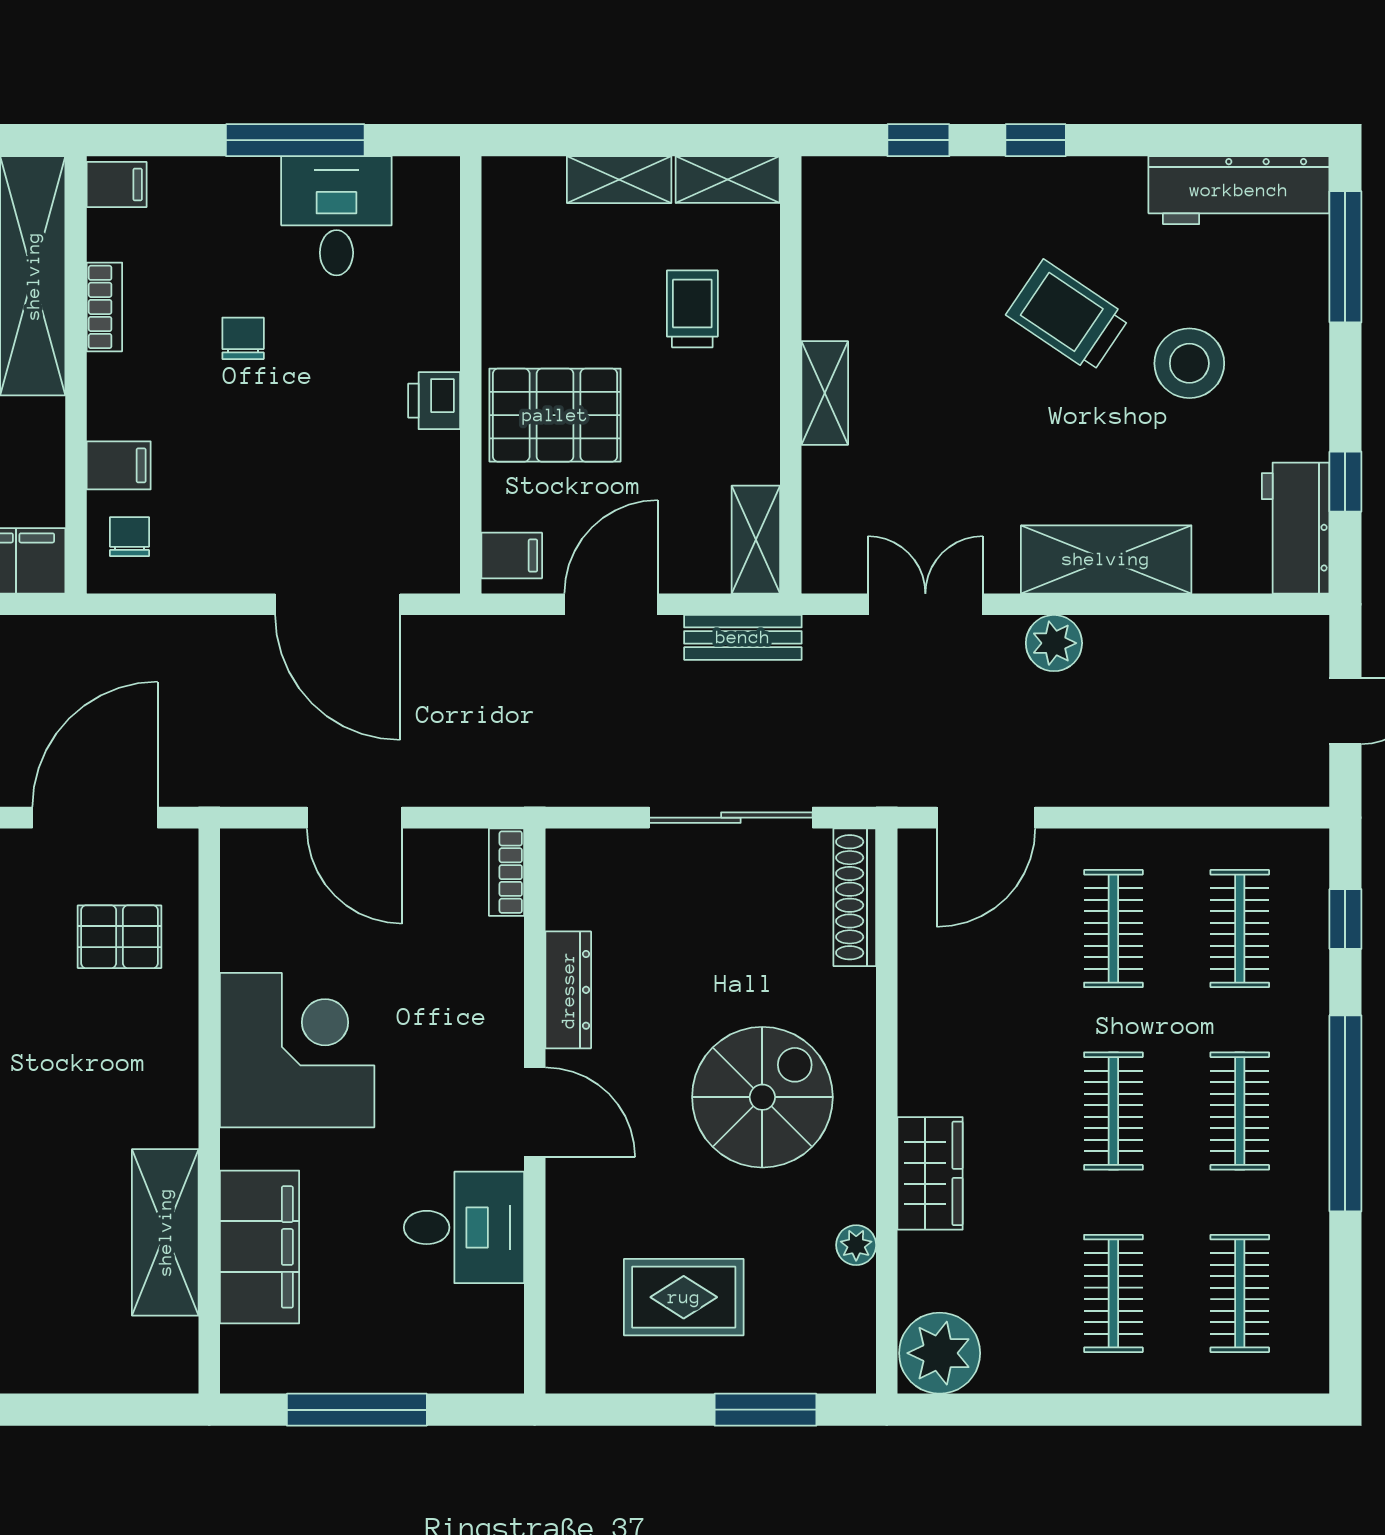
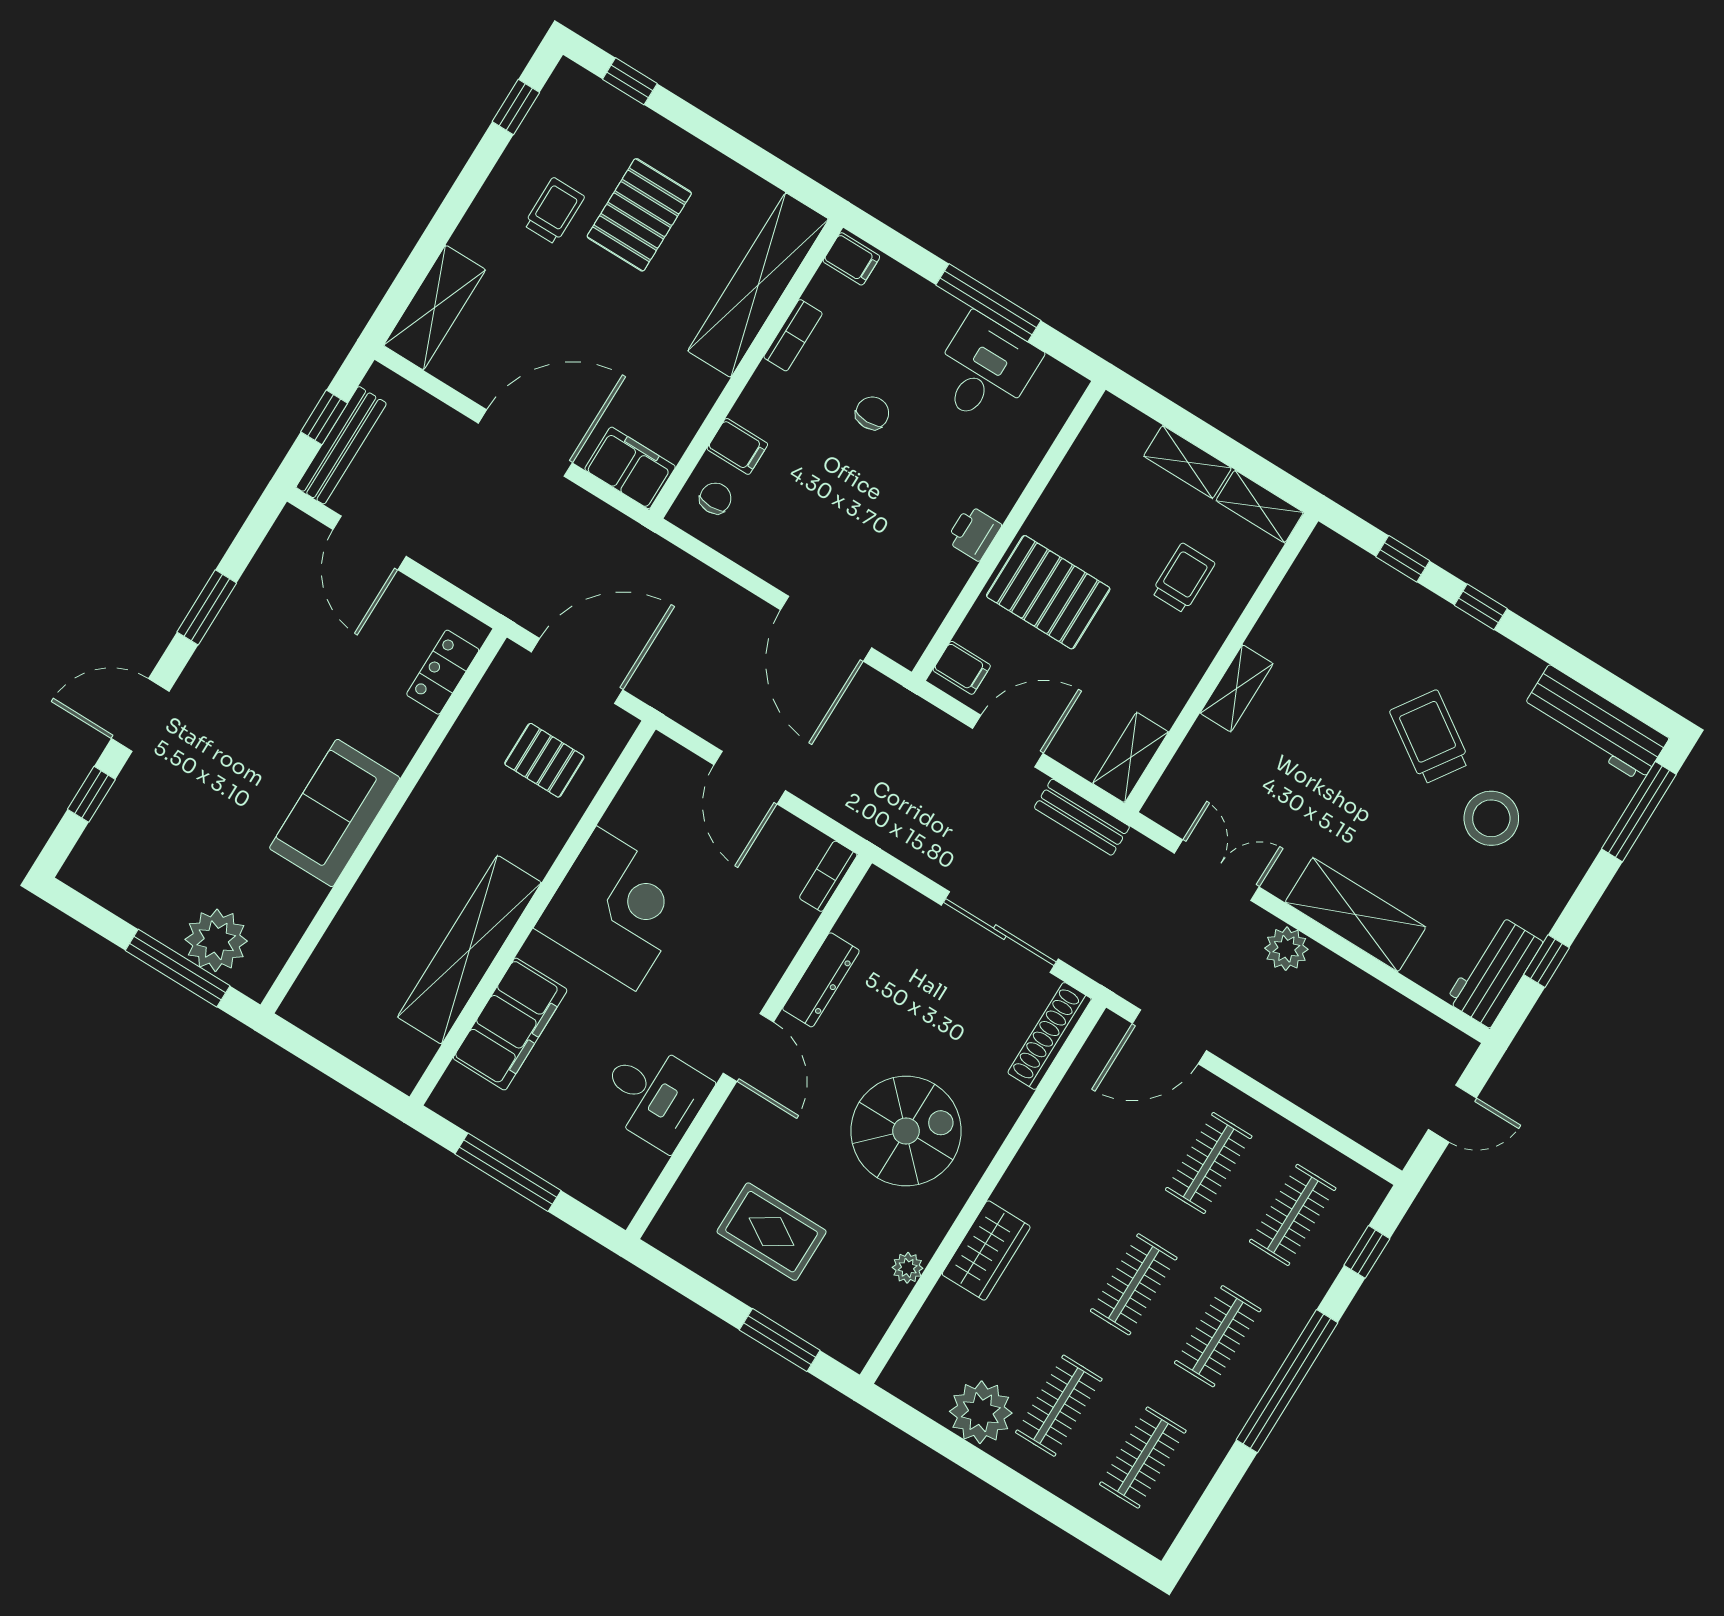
shelving: (165, 1232) -> (469, 950), width x1.47
plant: (940, 1353) -> (981, 1412), moved

